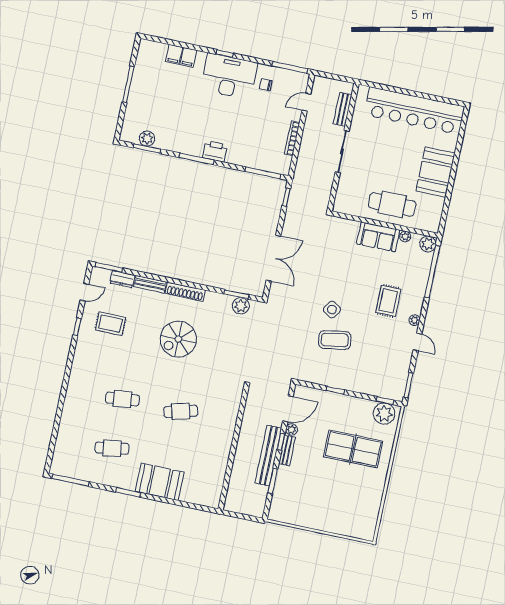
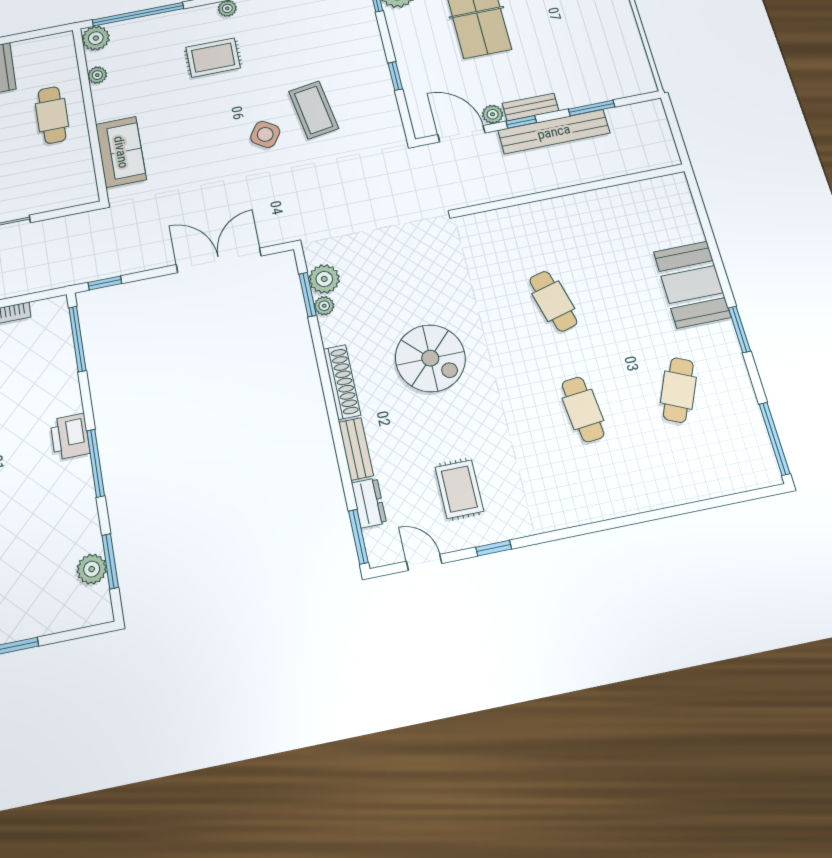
cafe table: (392, 204) -> (52, 115), width x0.73, depth x0.74
sofa: (378, 237) -> (121, 152), moved
plant: (227, 300) -> (324, 306), added
cafe table: (112, 448) -> (678, 390), turned 33

